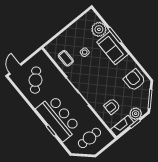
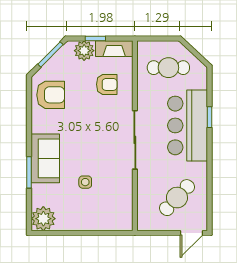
plant: (99, 29) -> (43, 219), moved
coffee table: (66, 58) -> (116, 194), removed
armchair: (134, 80) -> (51, 95), turned -90

